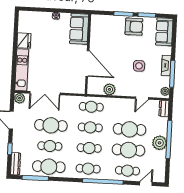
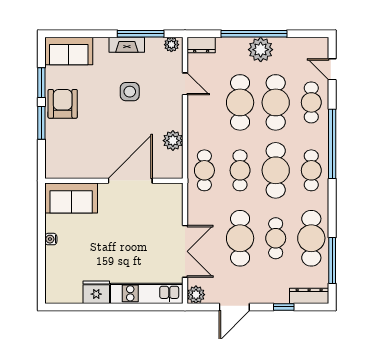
cafe table: (89, 148) -> (276, 170), width x1.37, depth x1.35

